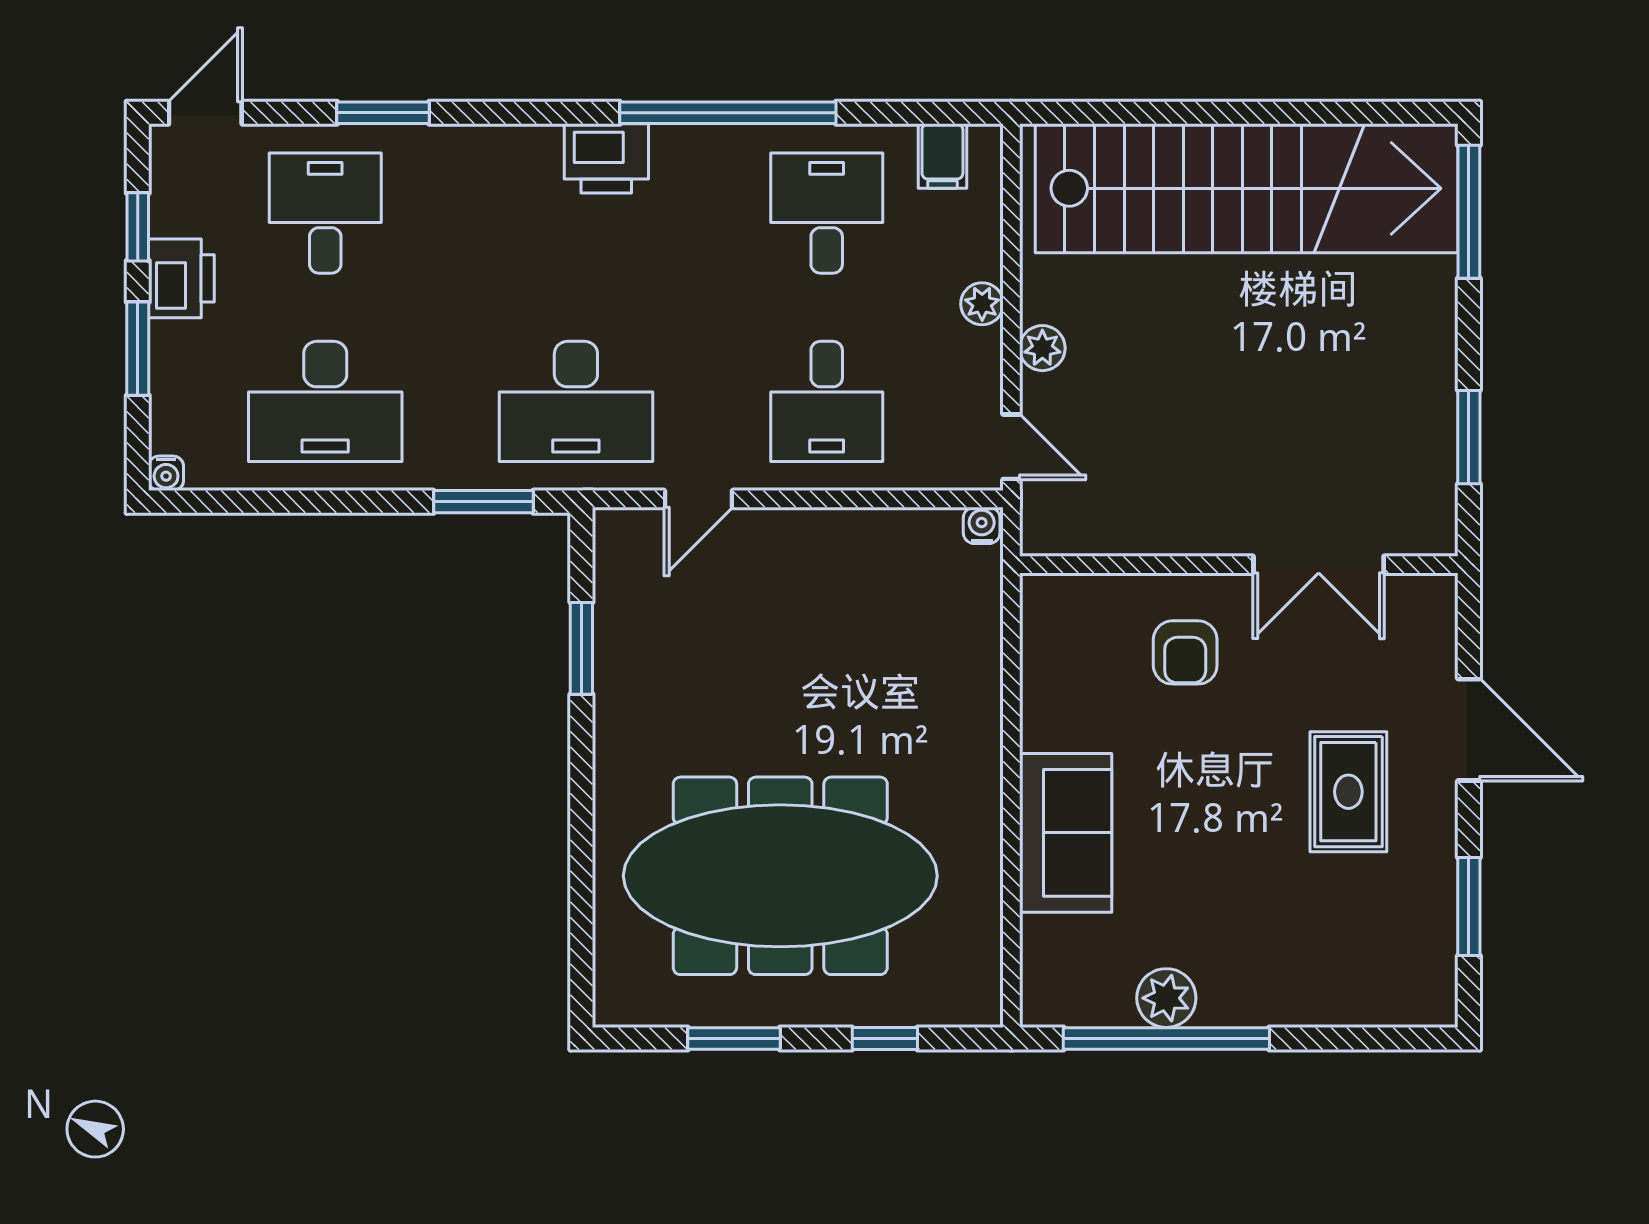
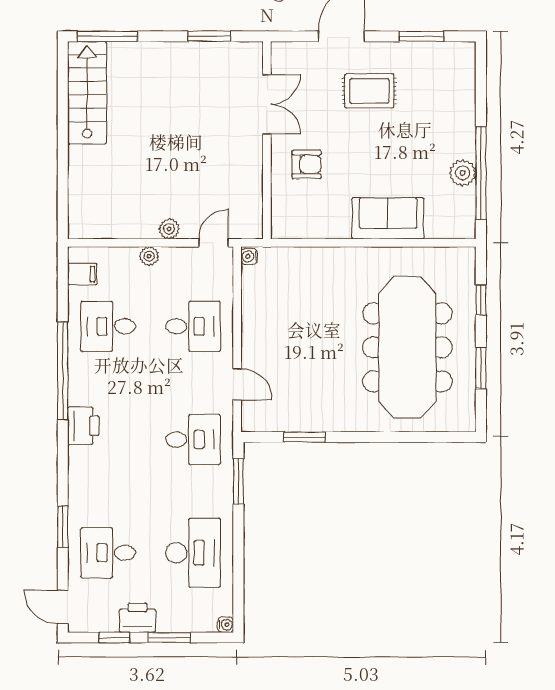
stairs: (1247, 188) -> (87, 93), width x0.54, depth x0.66
desk: (576, 401) -> (193, 440), width x0.73

